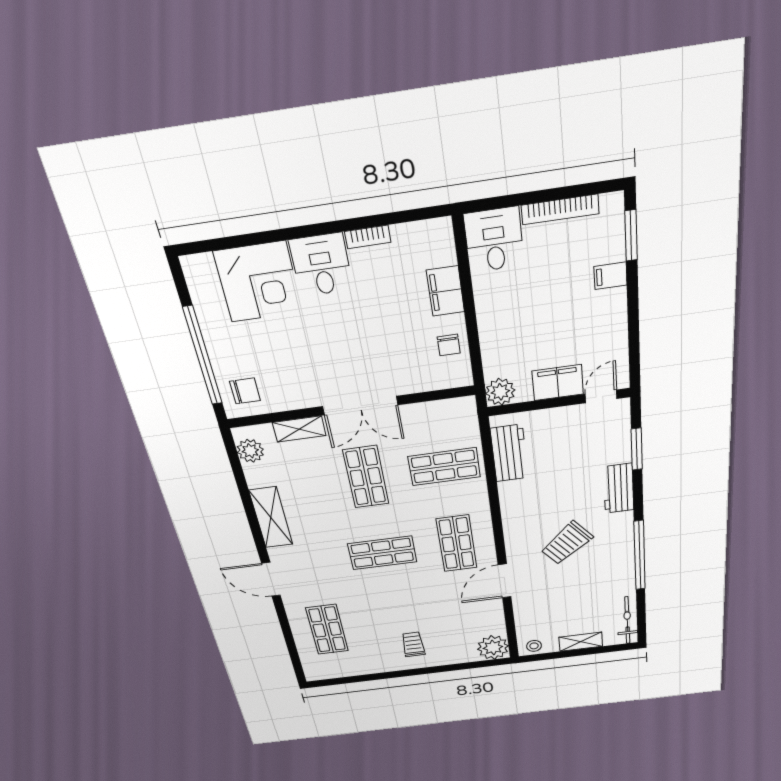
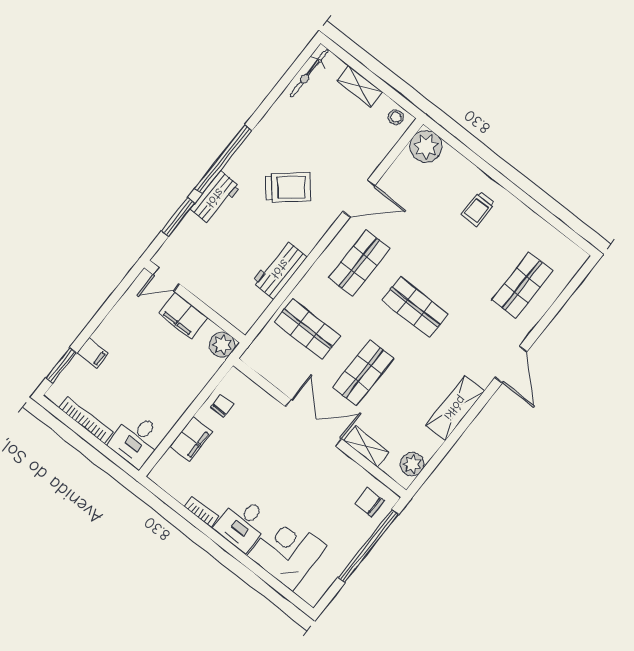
workbench: (509, 453) -> (280, 269), moved
window: (640, 556) -> (223, 159), moved

